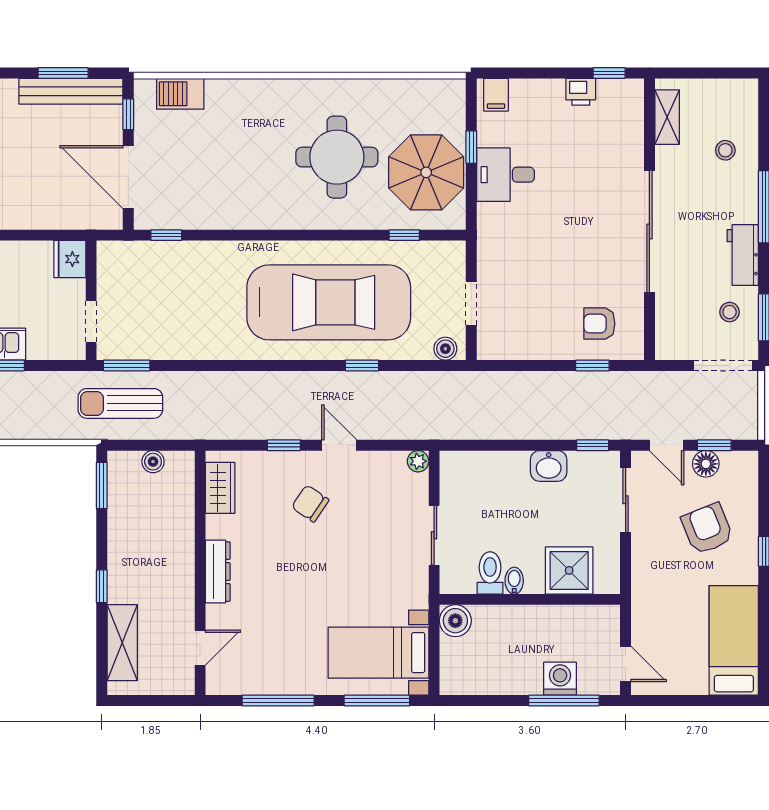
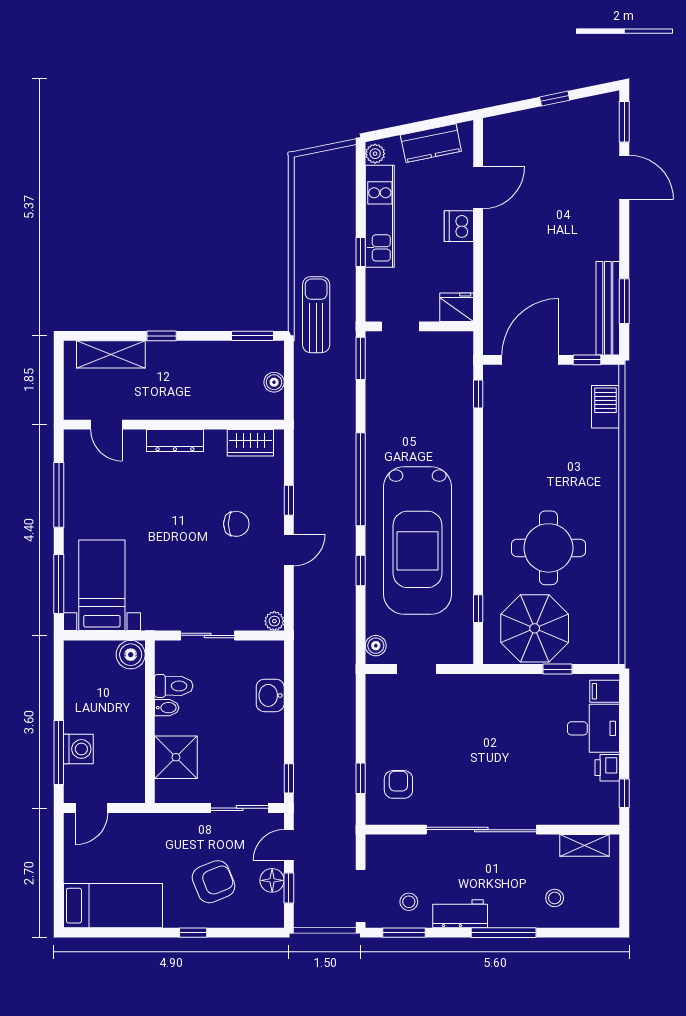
desk: (505, 175) -> (593, 728), moved, turned 90
window: (261, 365) -> (361, 479), added
sun lounger: (120, 403) -> (316, 315), moved
washbasin: (549, 466) -> (270, 695), moved
chair: (310, 503) -> (236, 524), turned 56

